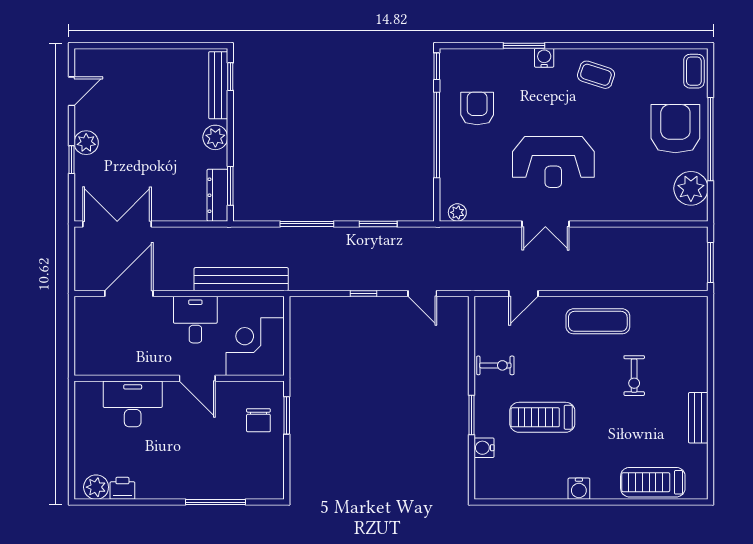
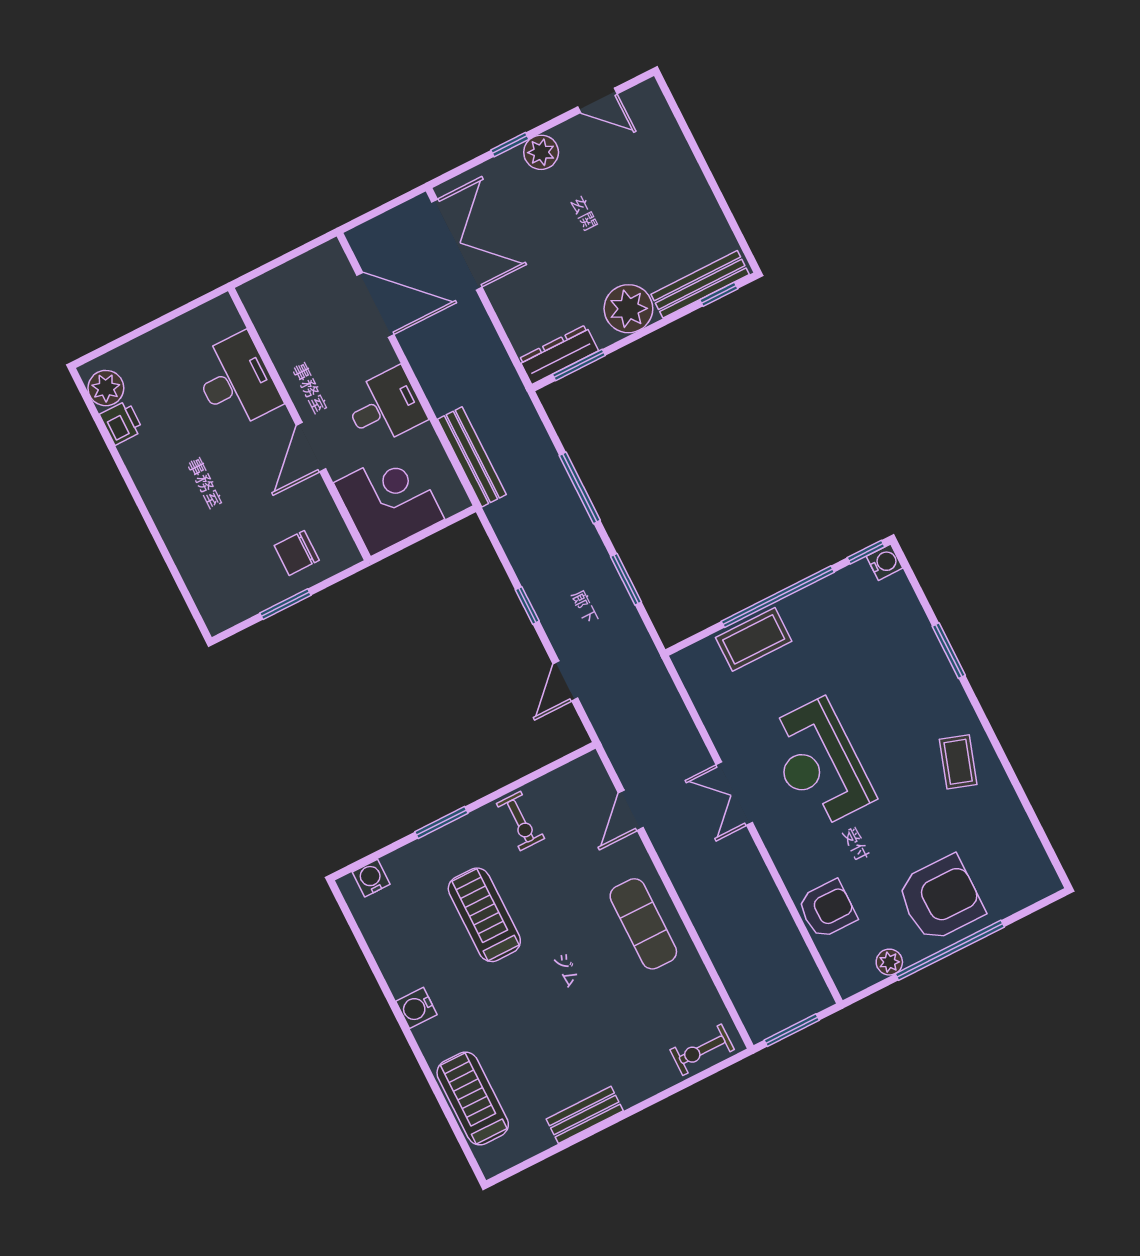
water cooler: (544, 58) -> (885, 562), moved
coffee table: (694, 71) -> (754, 639), moved, width x1.36, depth x1.30
armchair: (477, 108) -> (827, 909), moved
plant: (215, 137) -> (628, 309), width x1.36, depth x1.36
plant: (691, 188) -> (889, 962), width x0.53, depth x0.53
plant: (457, 212) -> (692, 673), removed
bench: (241, 279) -> (472, 457), width x0.73, depth x0.82
door: (523, 293) -> (631, 810), hinge flipped
exercise bike: (634, 376) -> (702, 1050), moved
window: (287, 415) -> (285, 604), moved
water cooler: (484, 448) -> (371, 878), moved
window: (216, 502) -> (164, 551), removed

